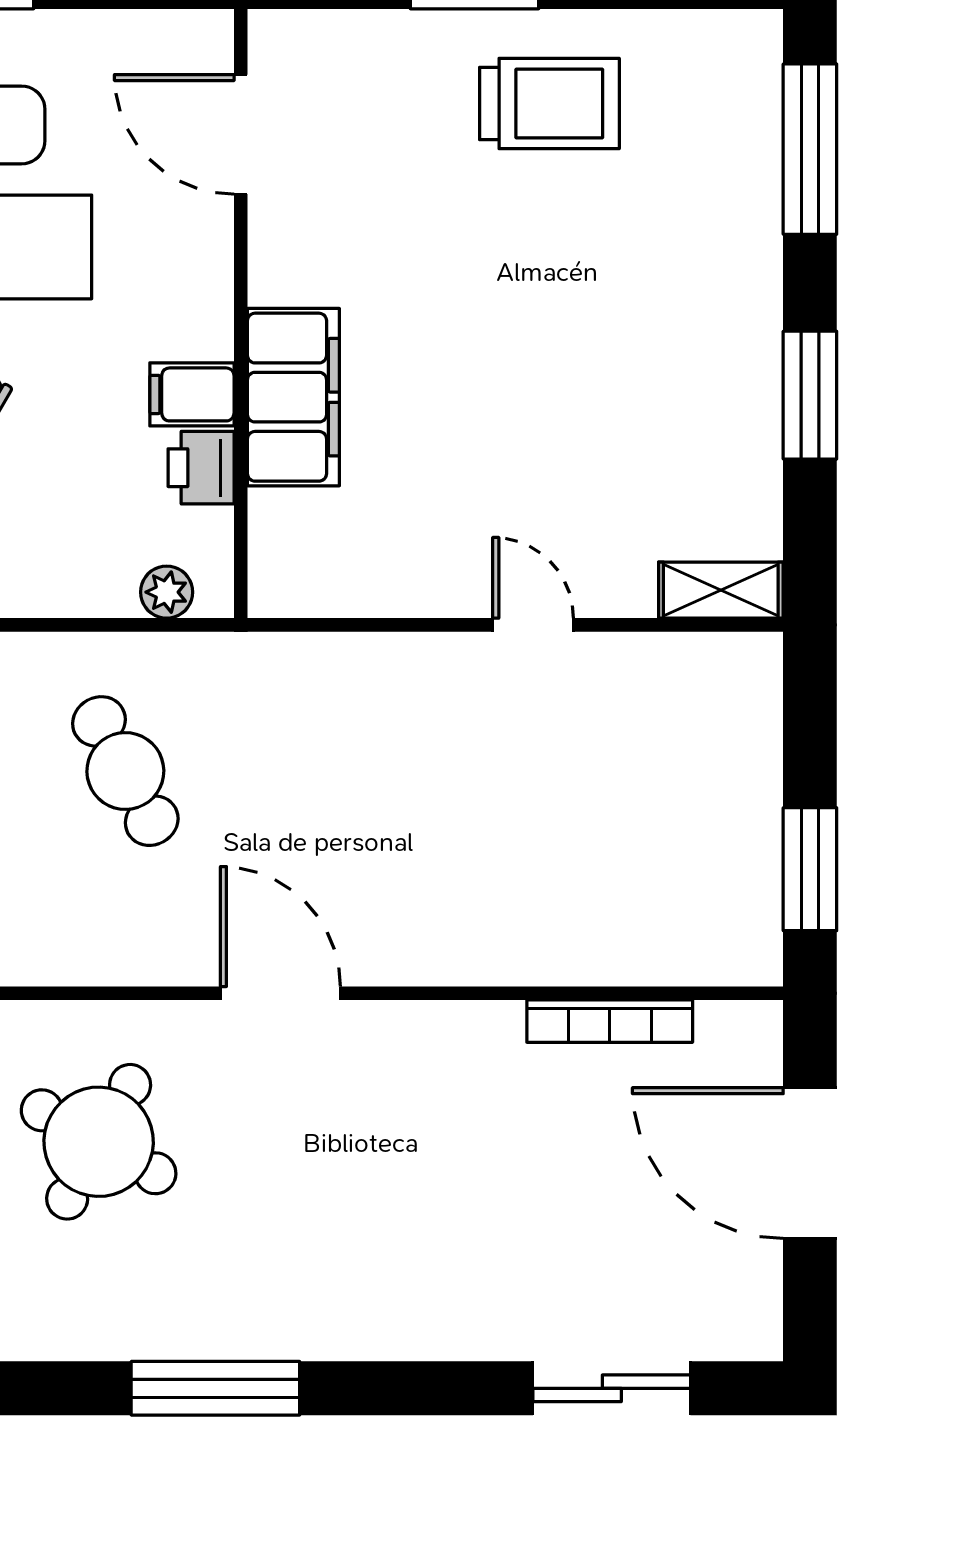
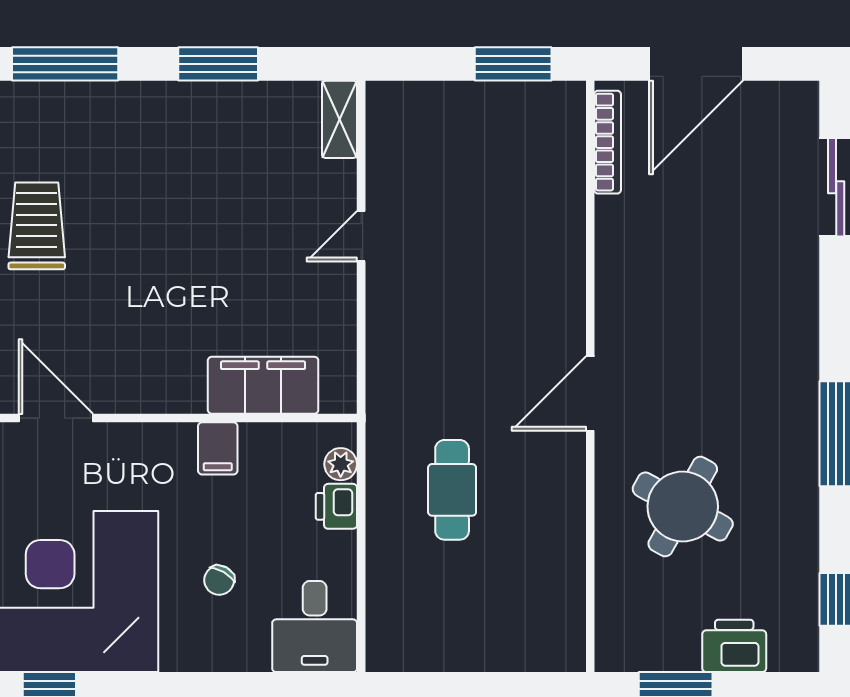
door: (241, 134) -> (56, 418), swing flipped
filing cabinet: (293, 397) -> (263, 385), moved
printer: (201, 468) -> (336, 506), moved, turned 90
cafe table: (125, 771) -> (452, 490), turned -62
bookcase: (610, 1021) -> (608, 142), moved

